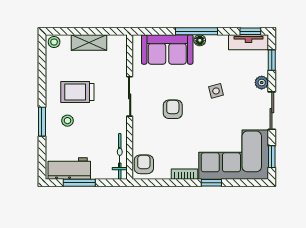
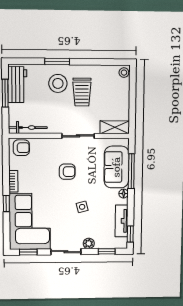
window: (197, 31) -> (131, 171), moved
tv unit: (249, 42) -> (122, 221), moved
shelving: (89, 43) -> (115, 127), moved, turned 90
trolley: (77, 92) -> (82, 92), turned 180
stool: (67, 121) -> (58, 83), width x1.89, depth x1.89

